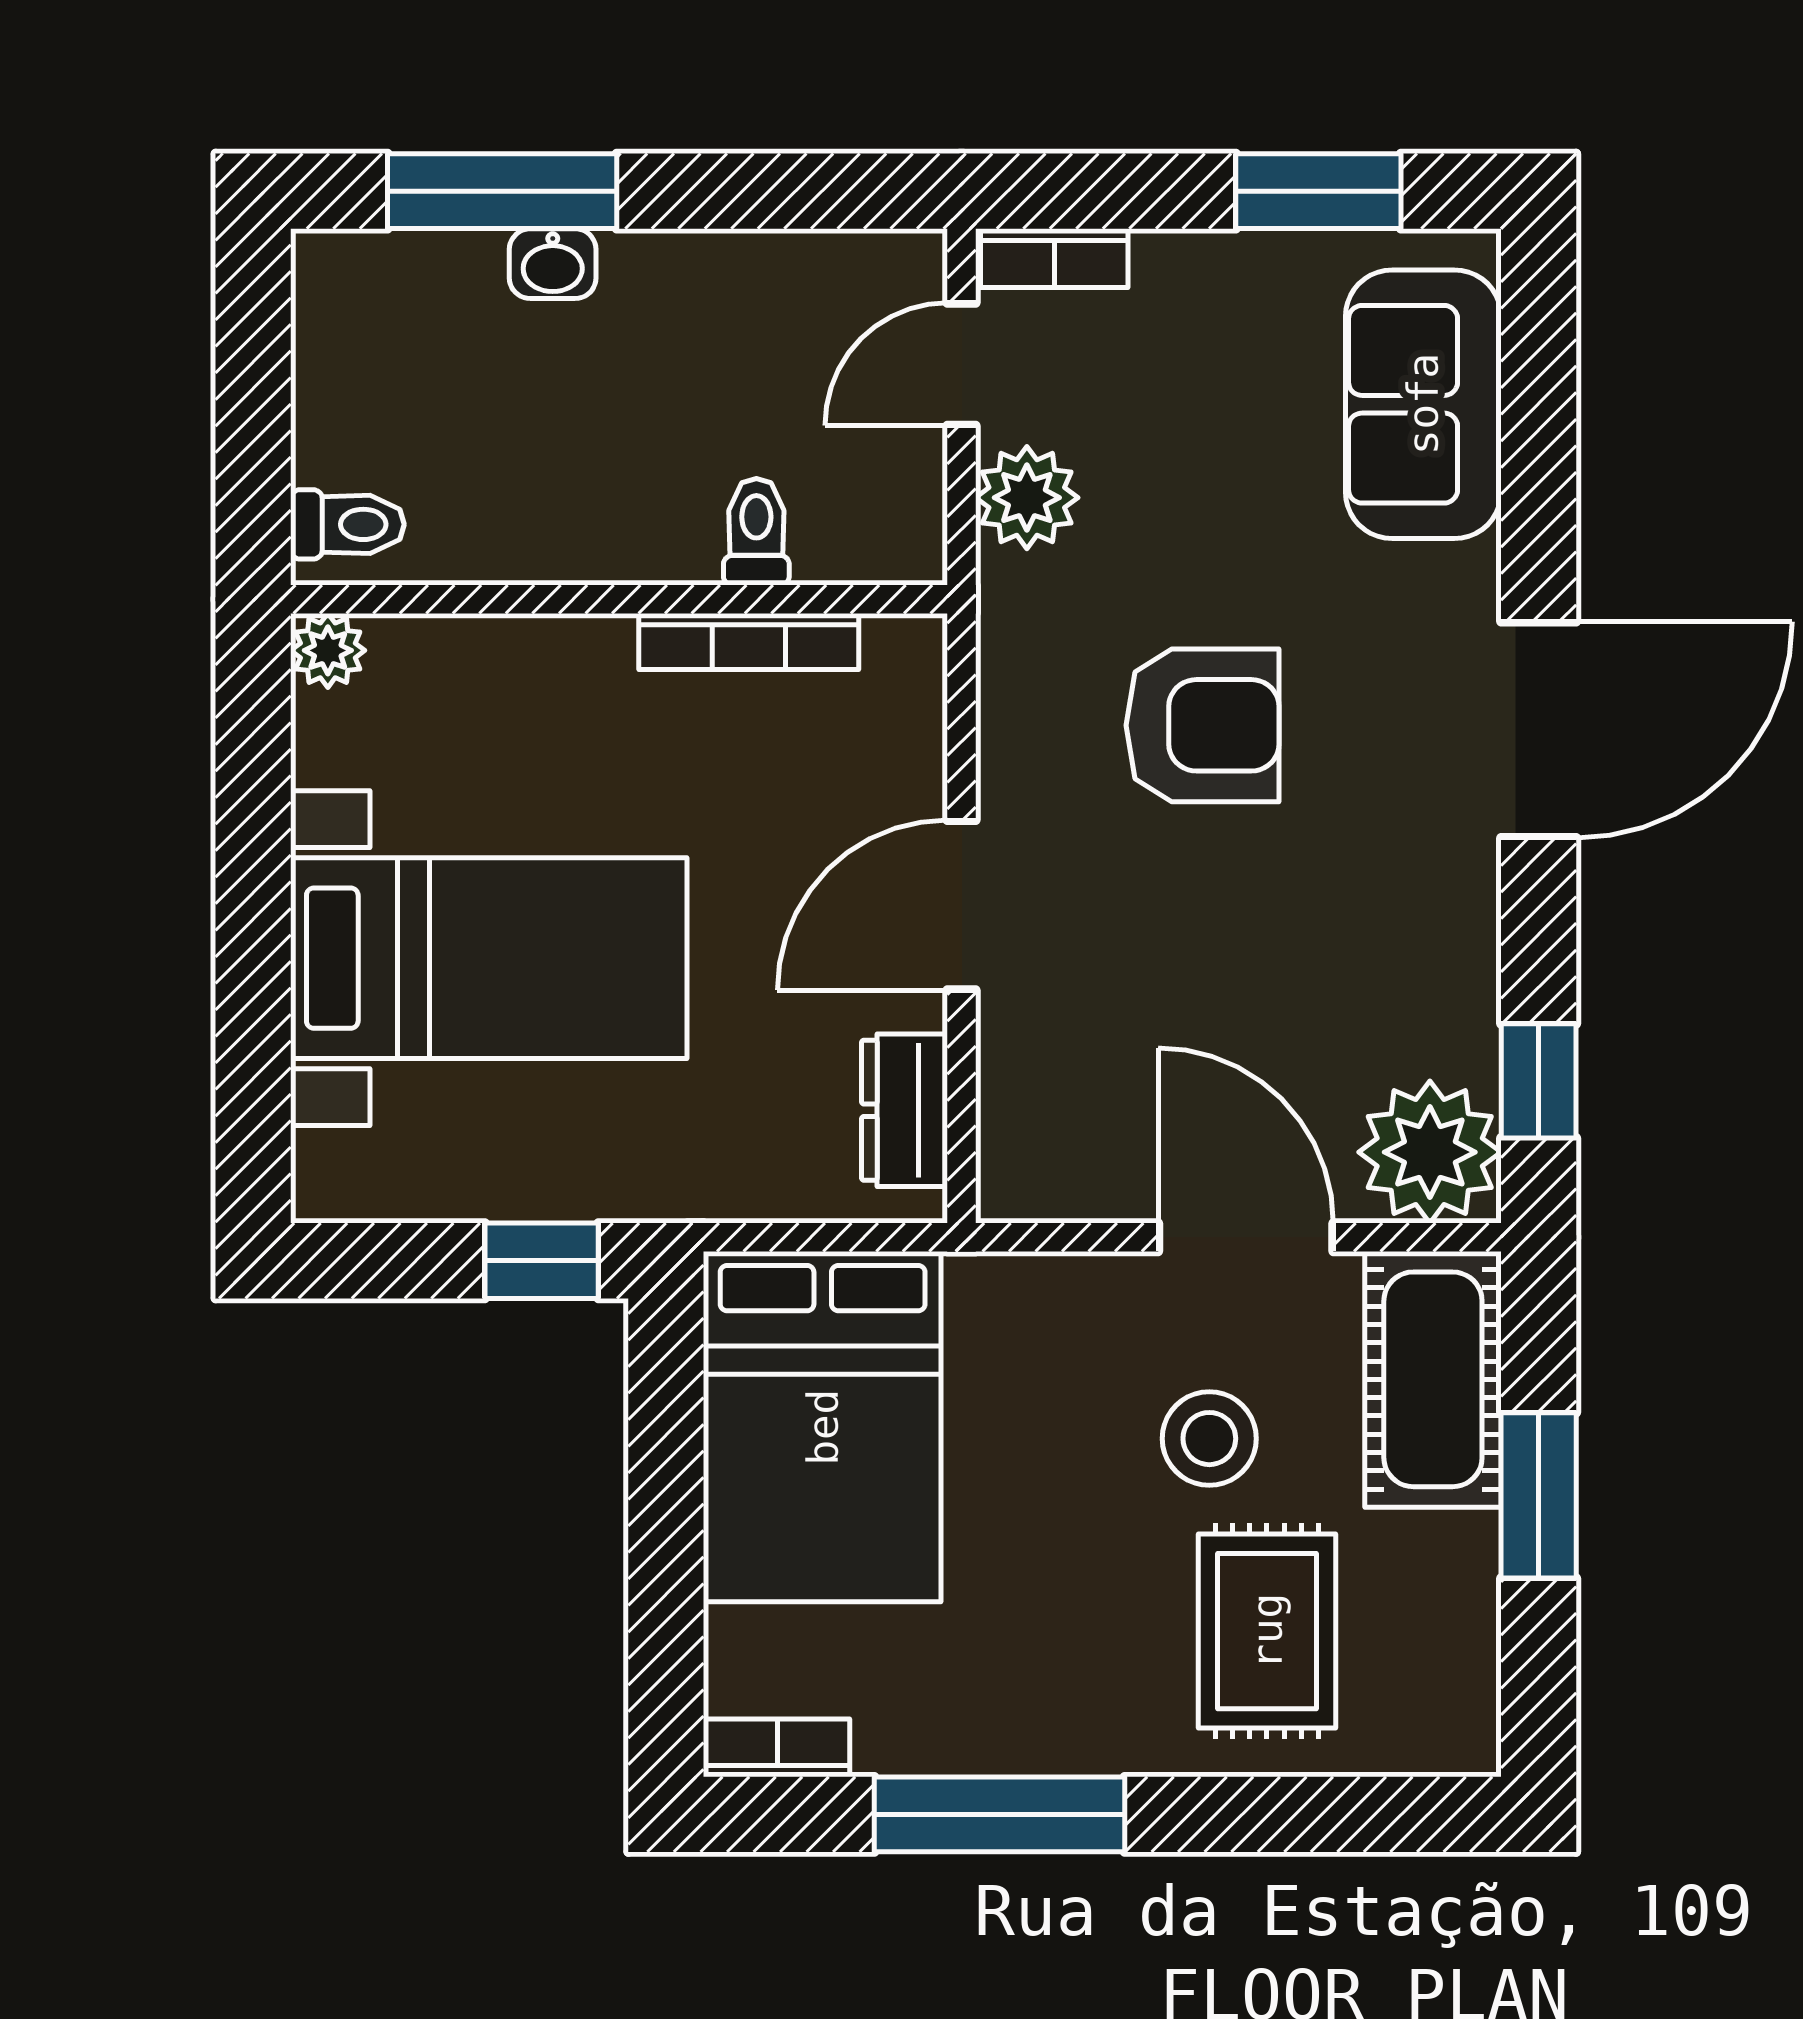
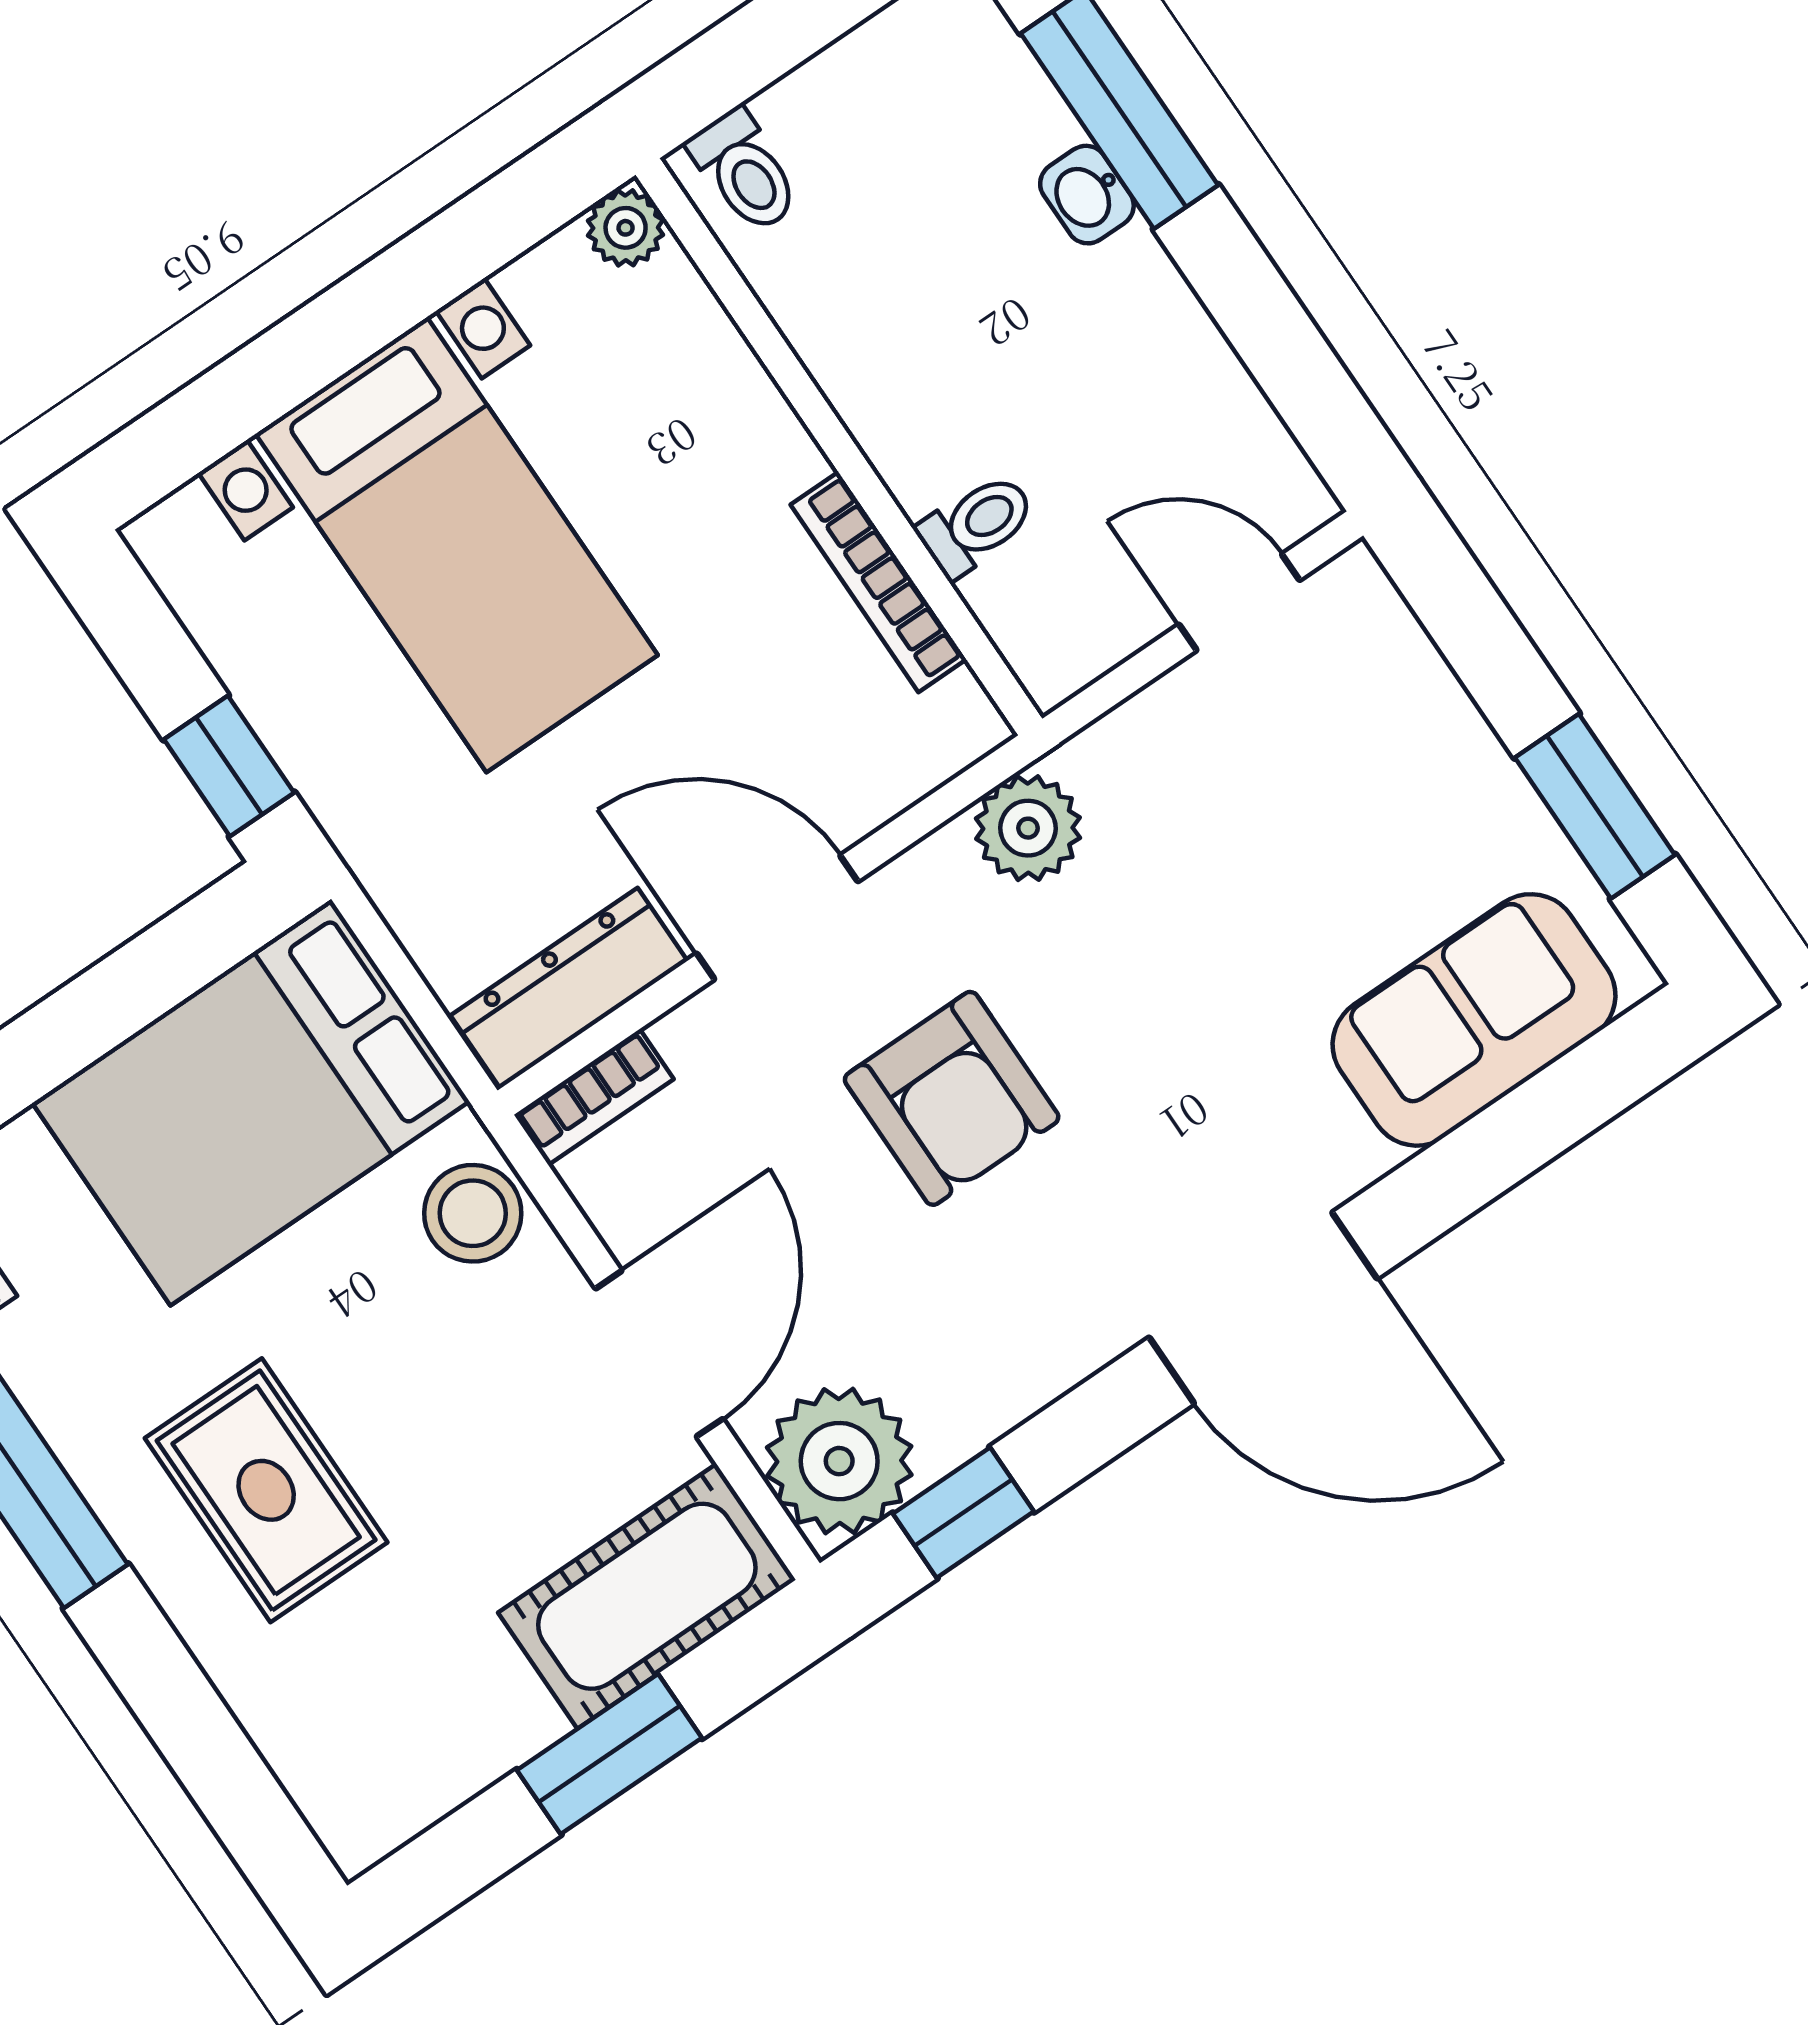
bookcase: (1054, 258) -> (594, 1097), moved, turned -90
plant: (1027, 498) -> (1028, 828), moved
armchair: (1203, 725) -> (952, 1098), moved
dresser: (905, 1110) -> (569, 988), width x1.44
stool: (1209, 1439) -> (473, 1213), moved
rug: (1267, 1631) -> (266, 1490), moved, turned 90

